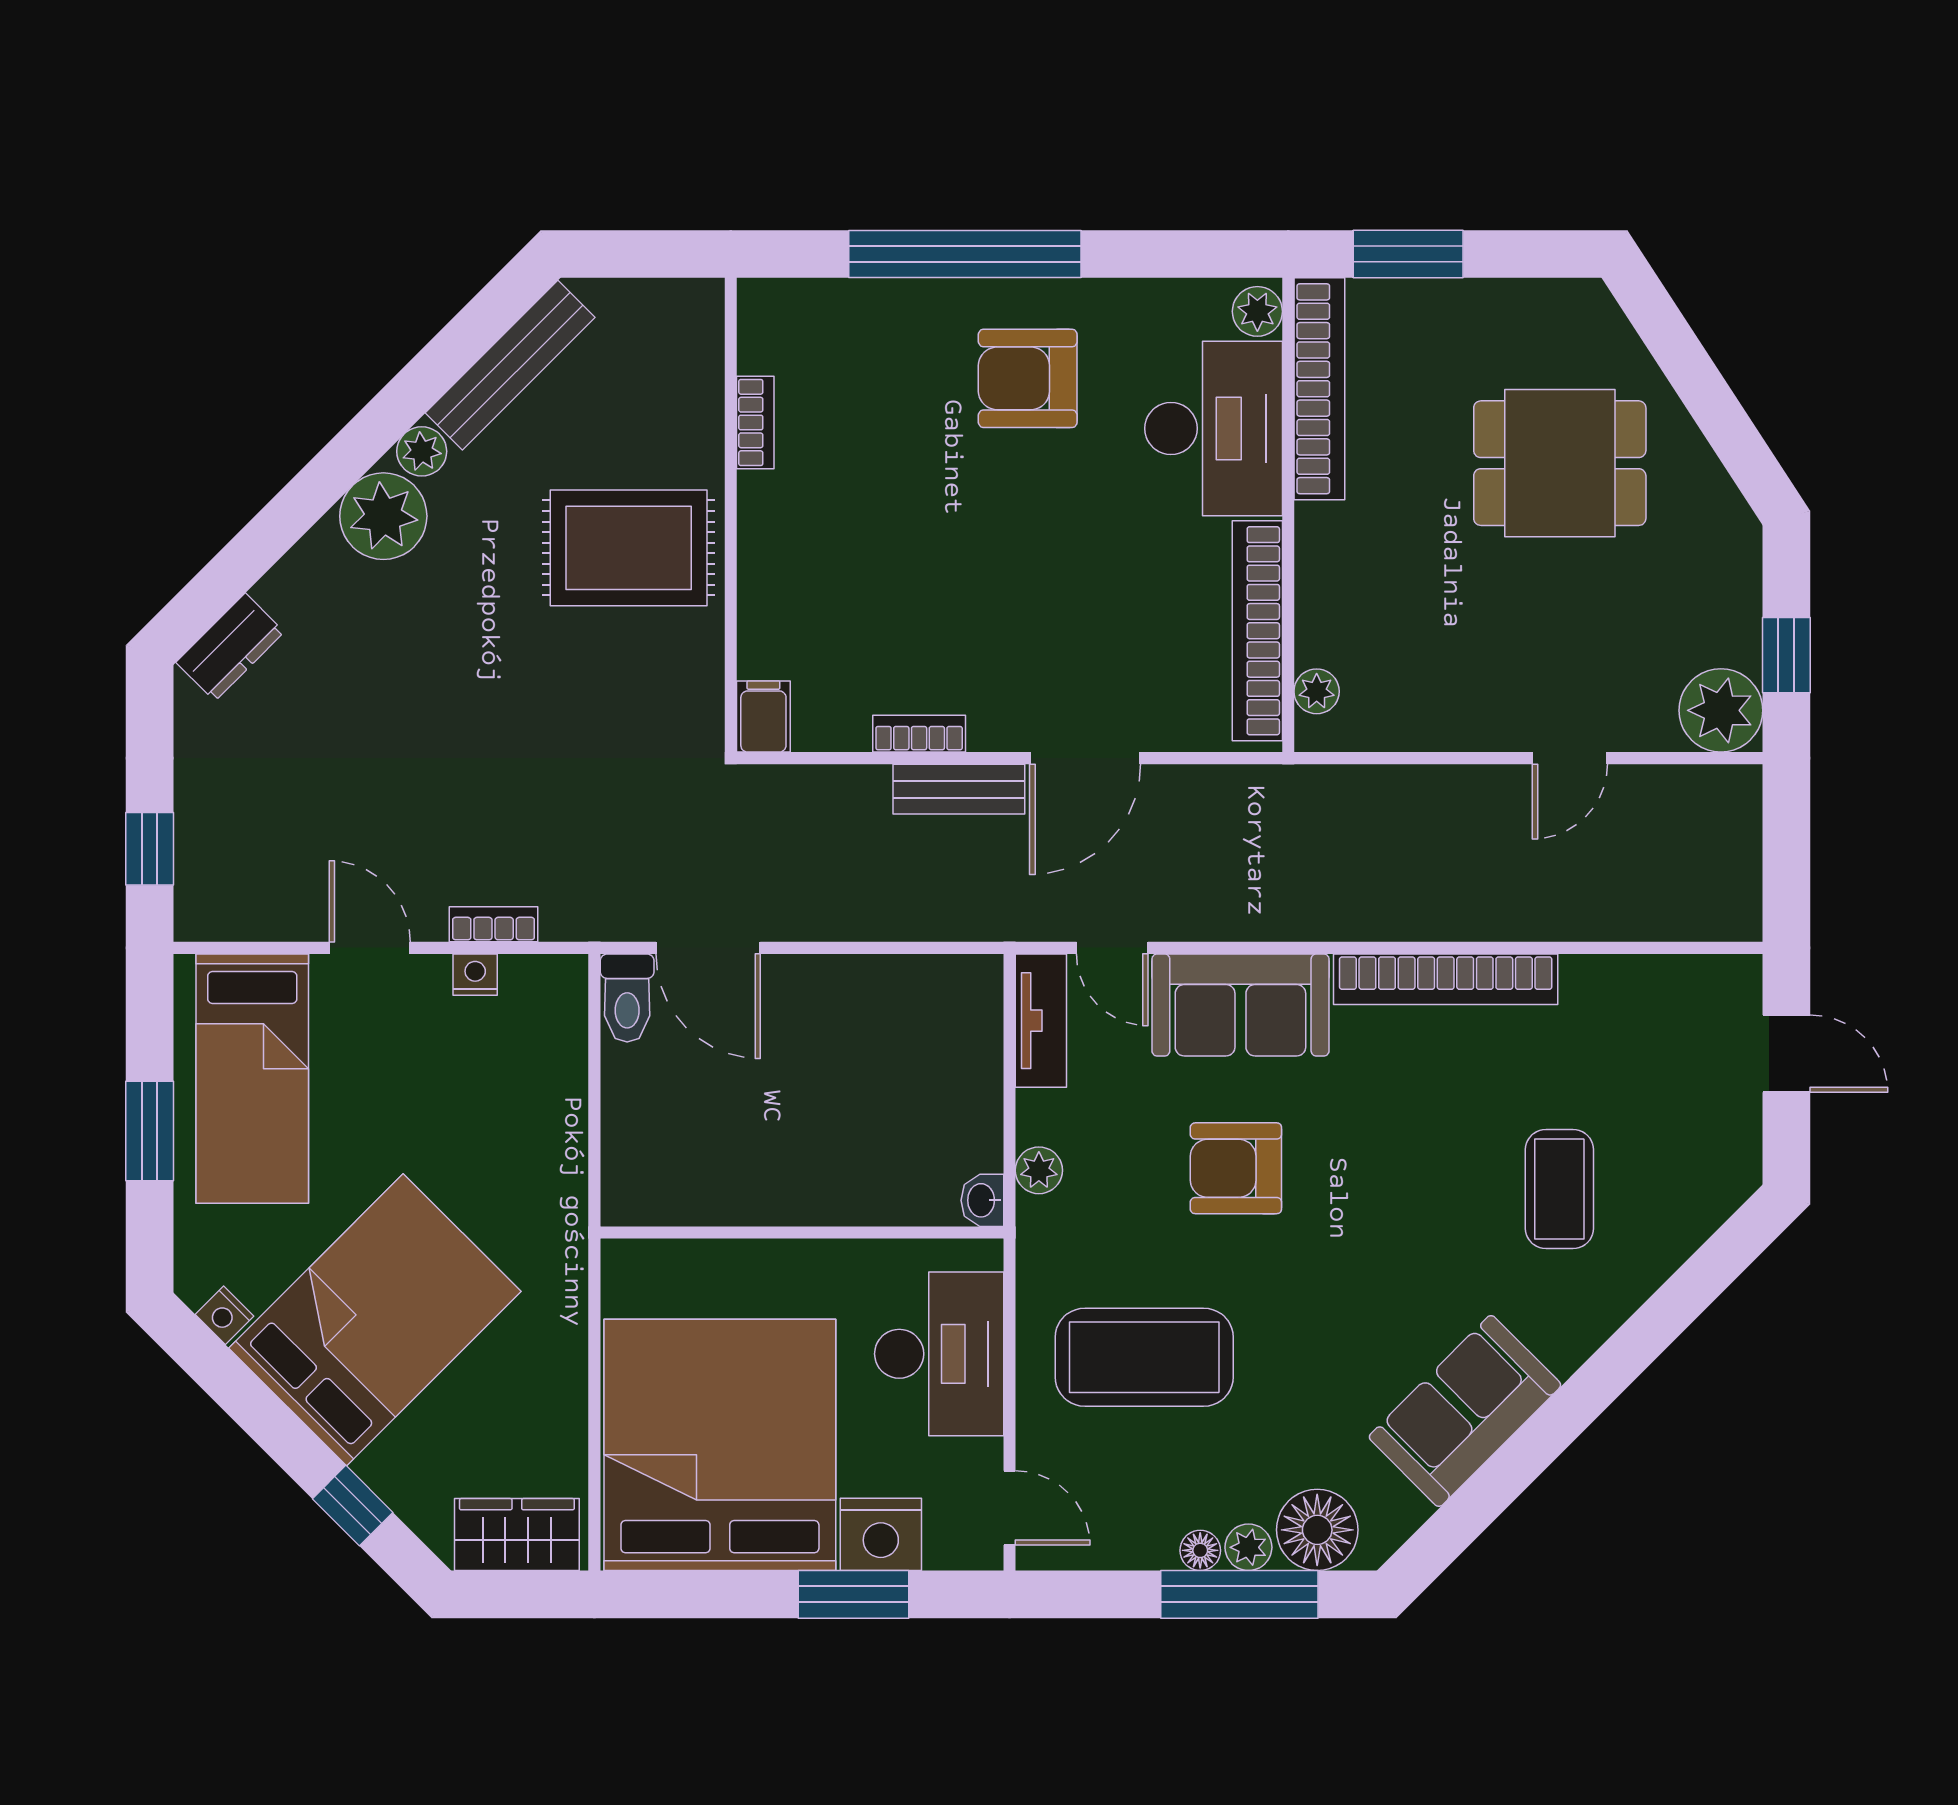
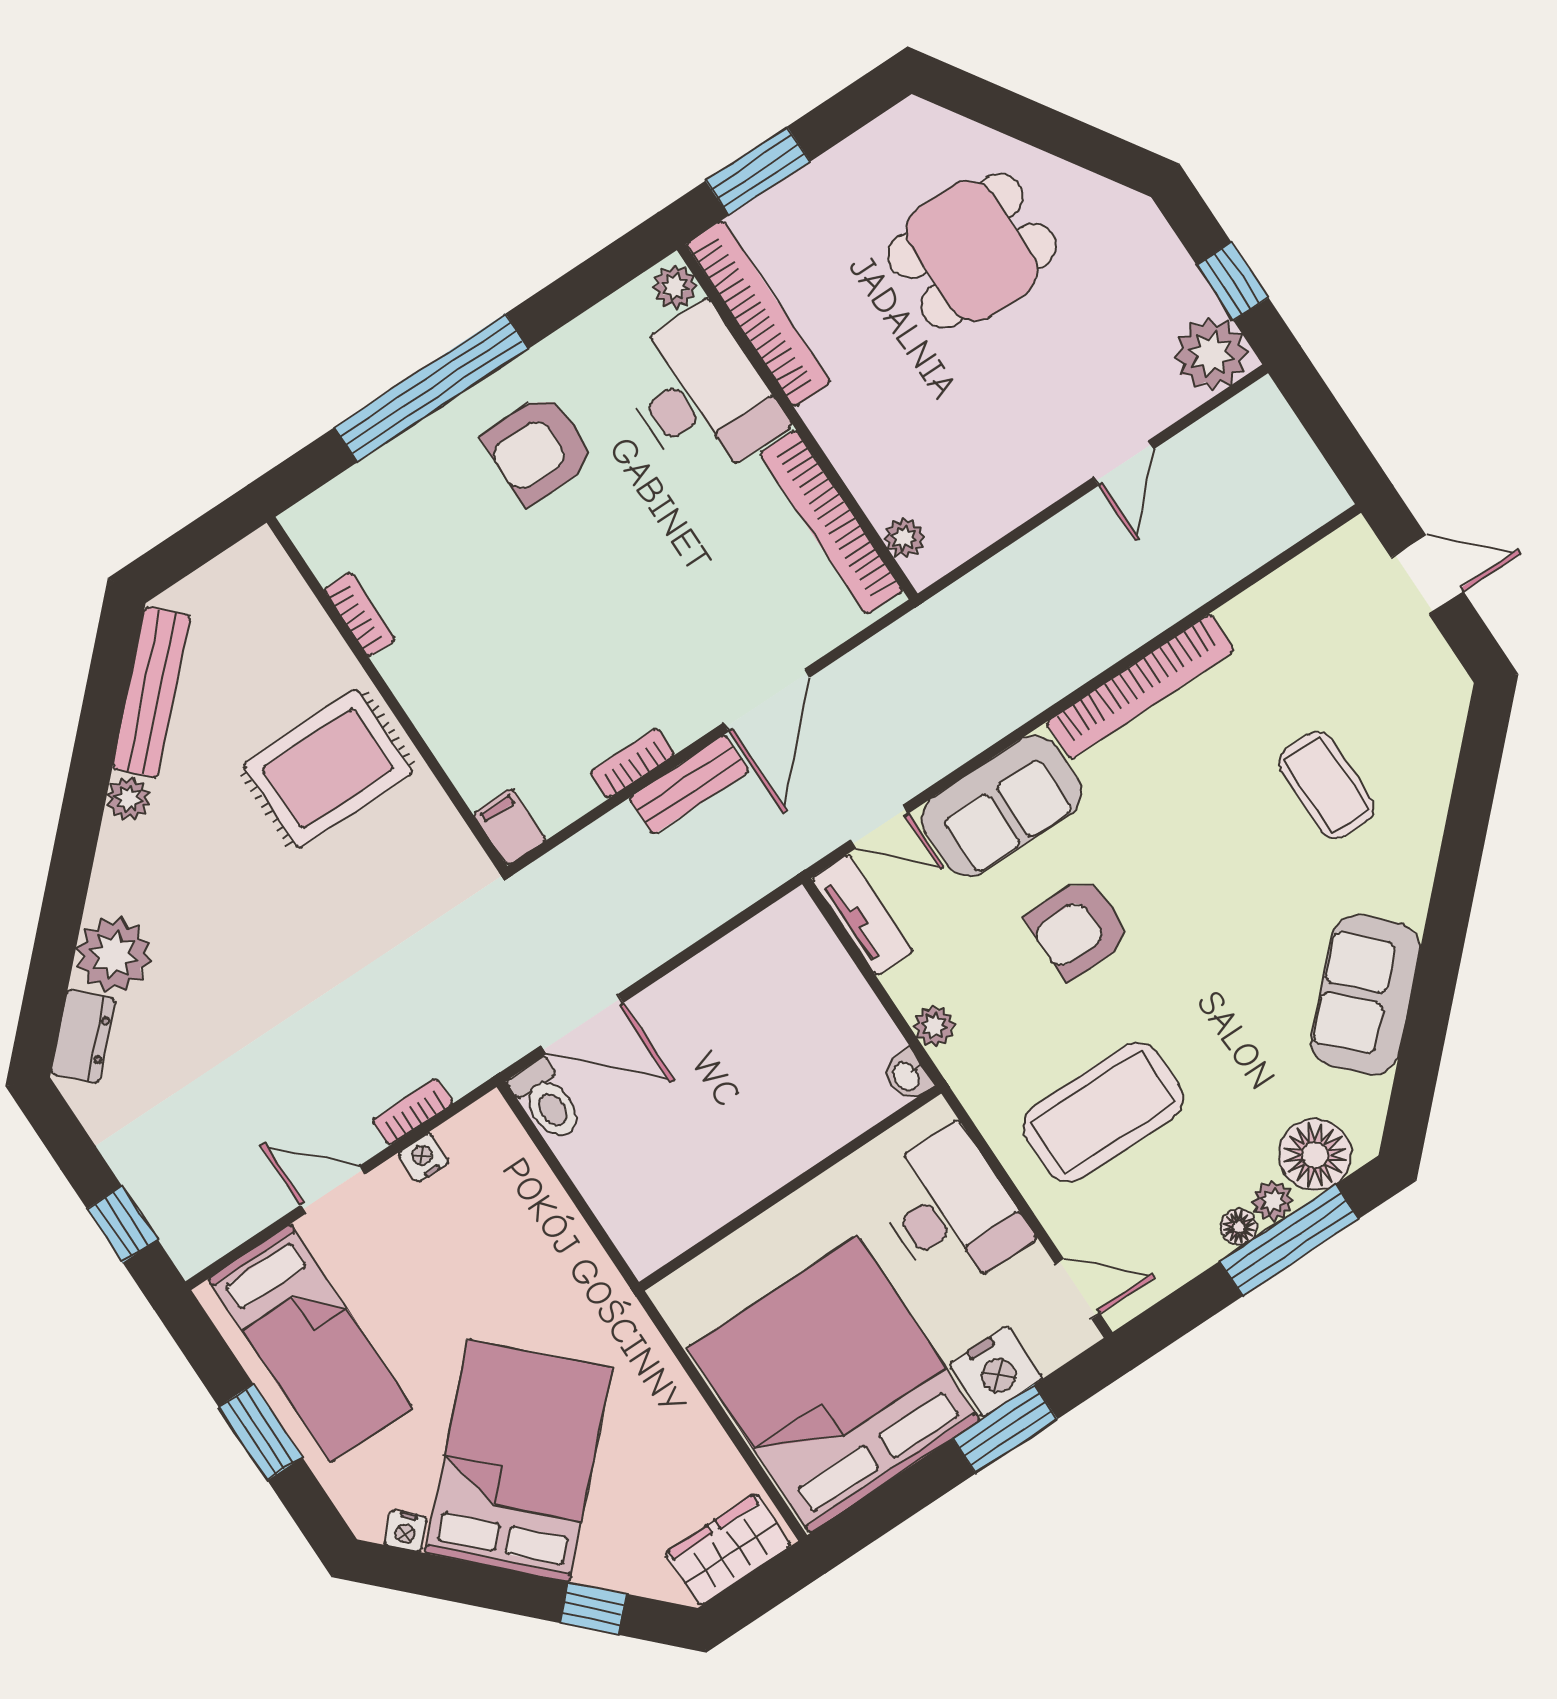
plant: (383, 516) -> (114, 955), moved

